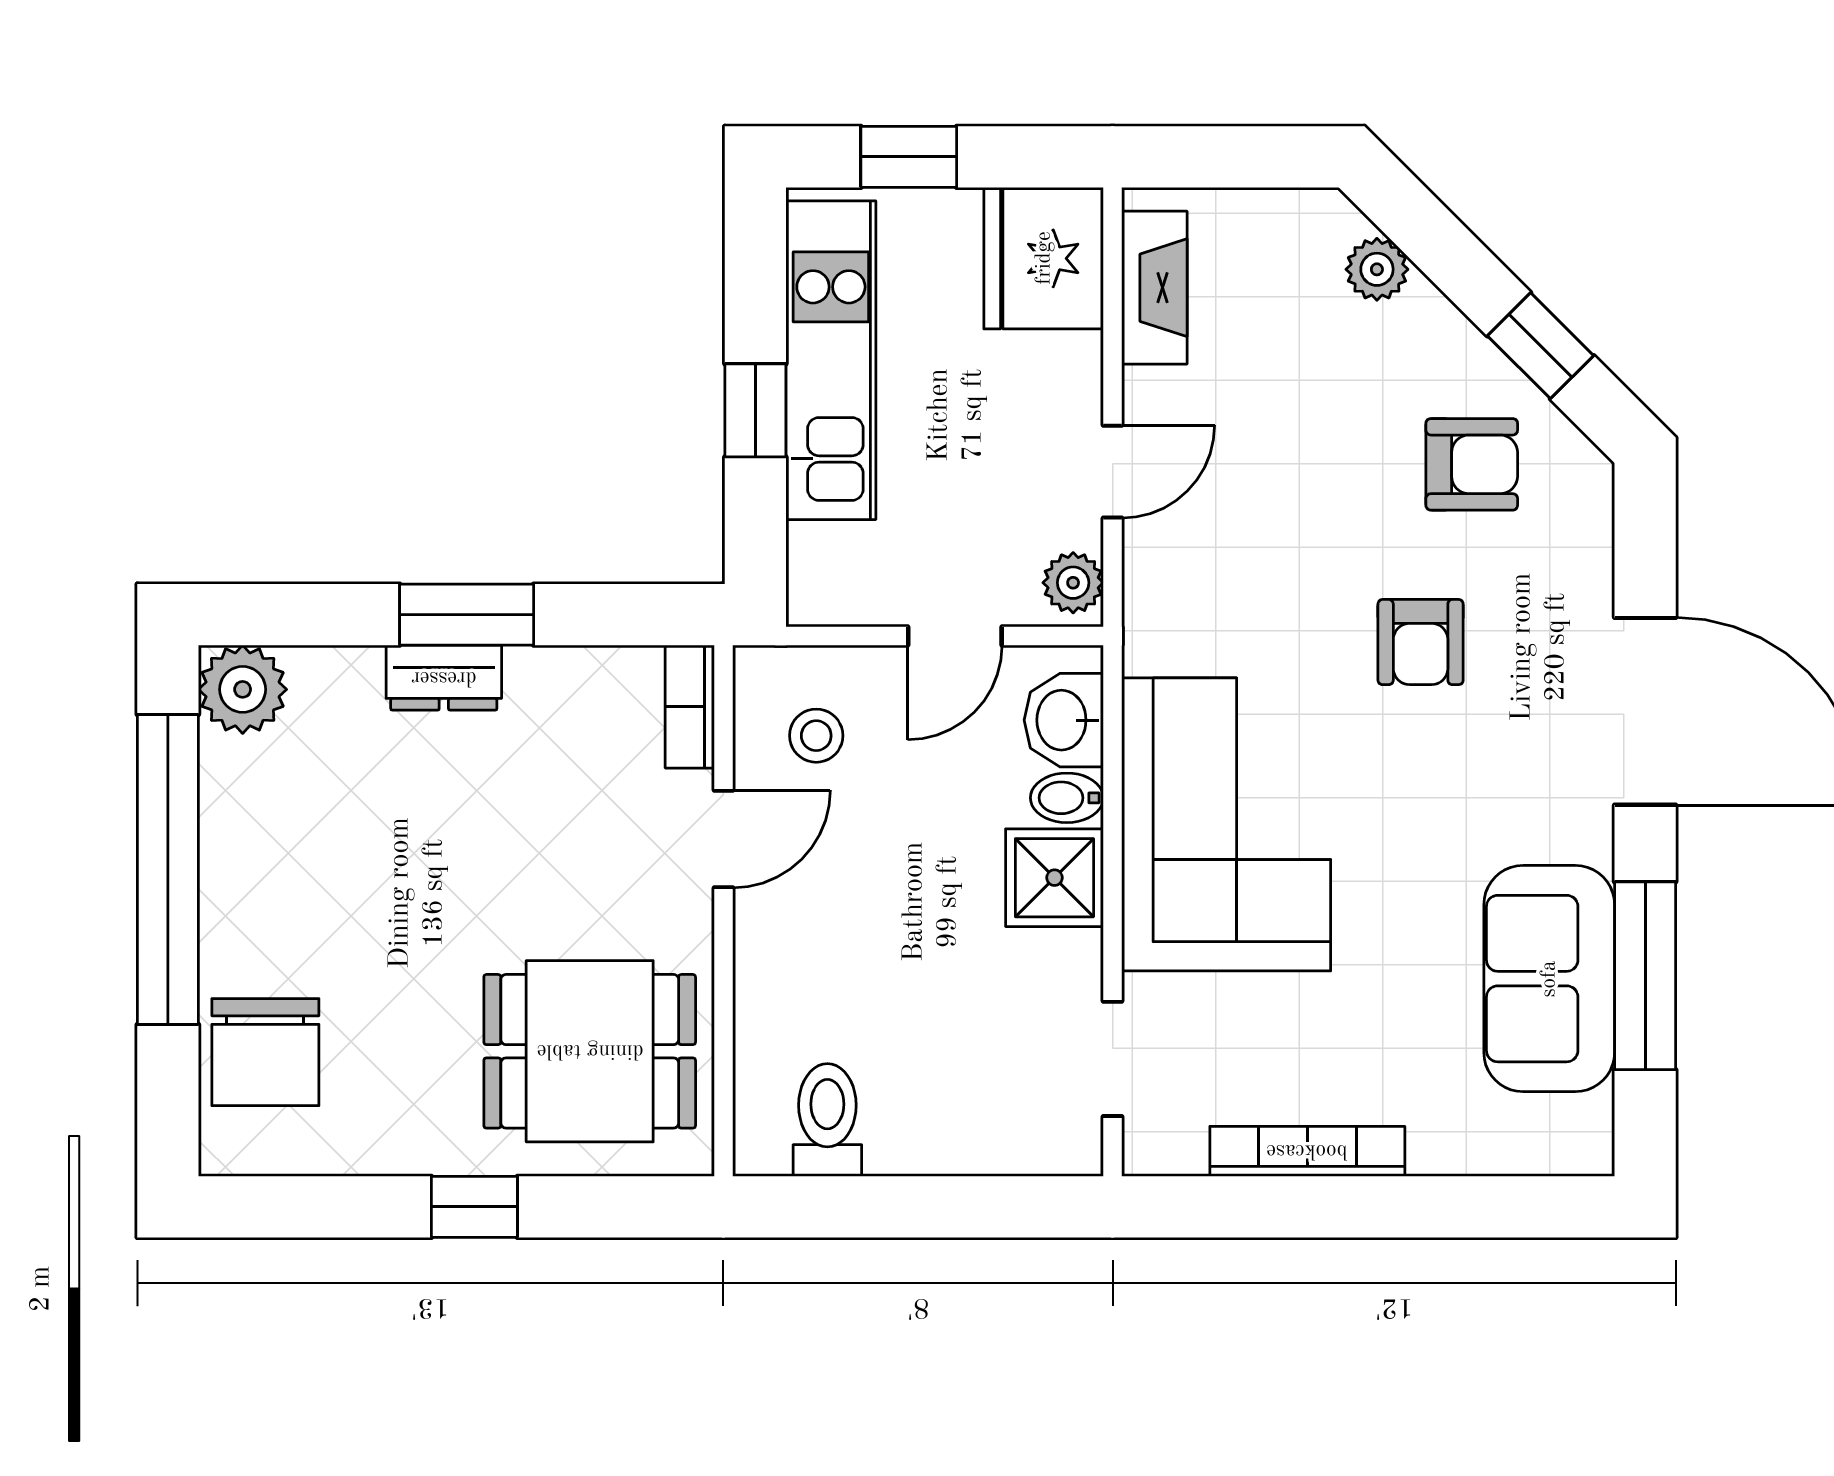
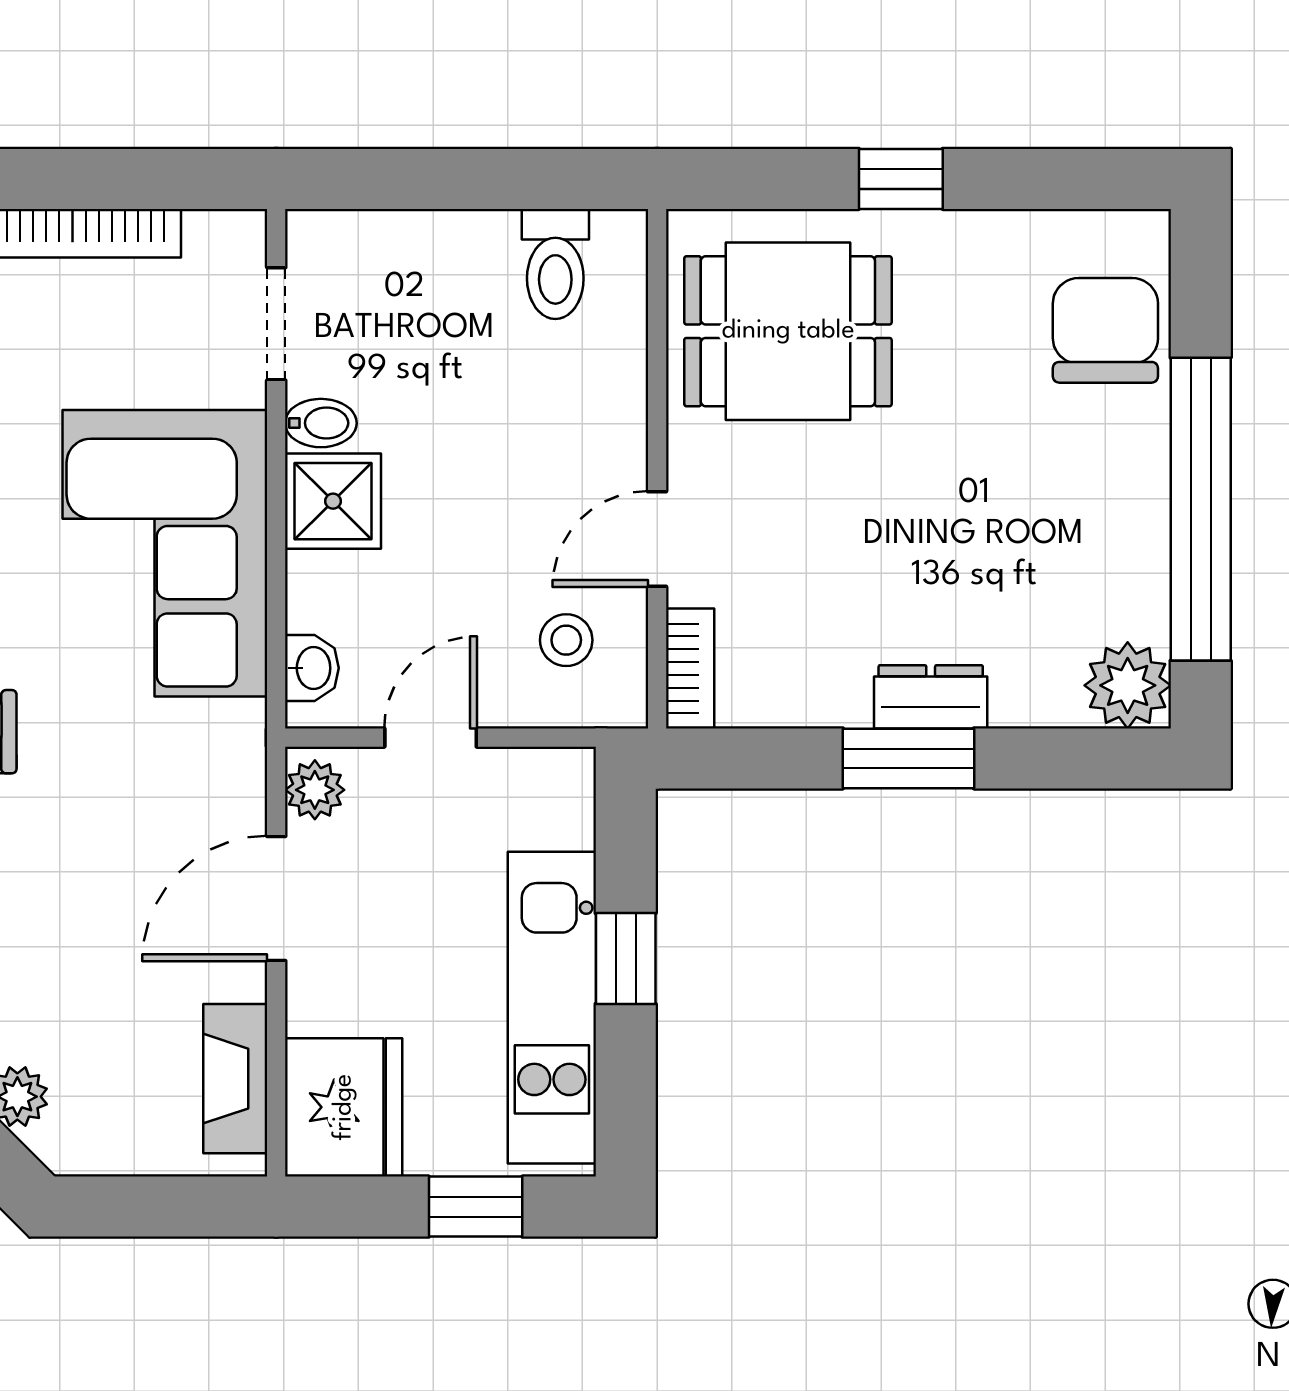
door: (1113, 472) -> (276, 898), width x1.38
washbasin: (1064, 720) -> (312, 668), width x0.72, depth x0.69
bidet: (1067, 798) -> (321, 423), moved

